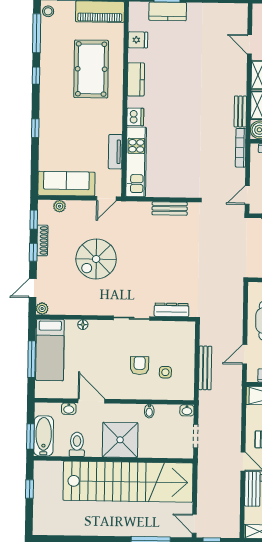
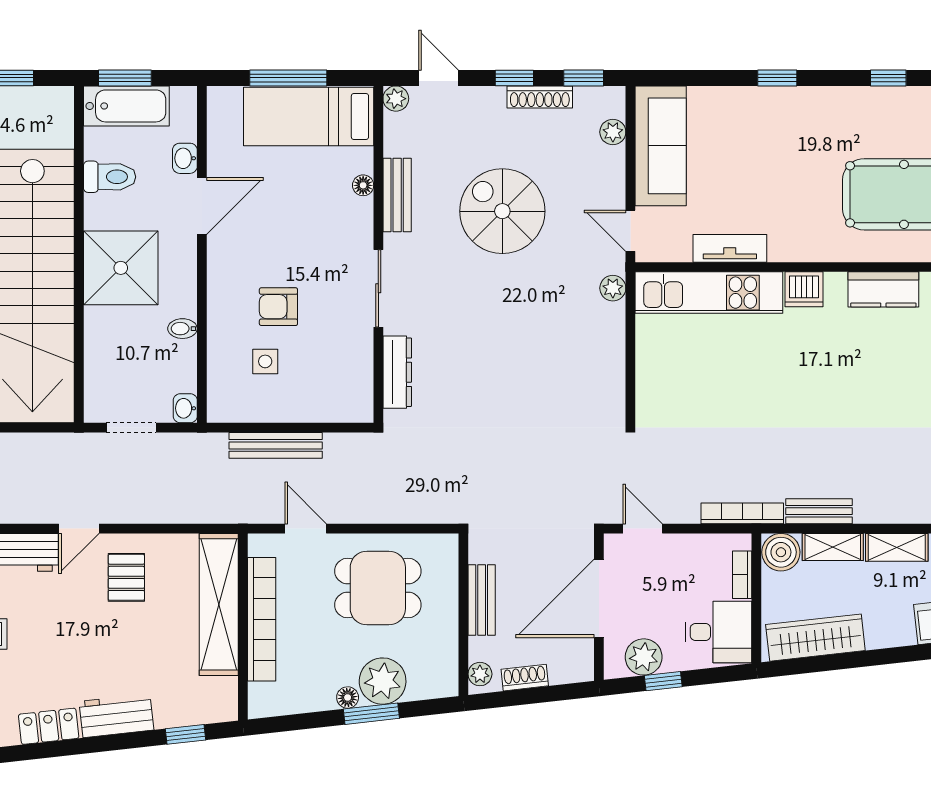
plant: (133, 207) -> (613, 288), added
bench: (170, 208) -> (397, 195), moved
armchair: (140, 366) -> (278, 307), turned 180

